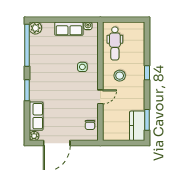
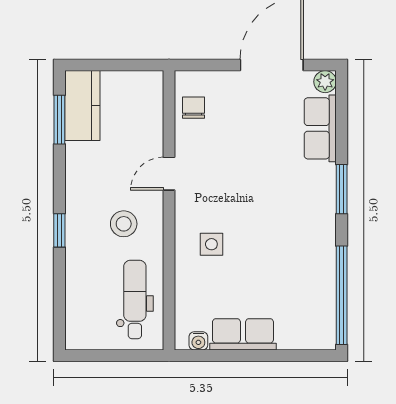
plant: (35, 28) -> (322, 336), removed

